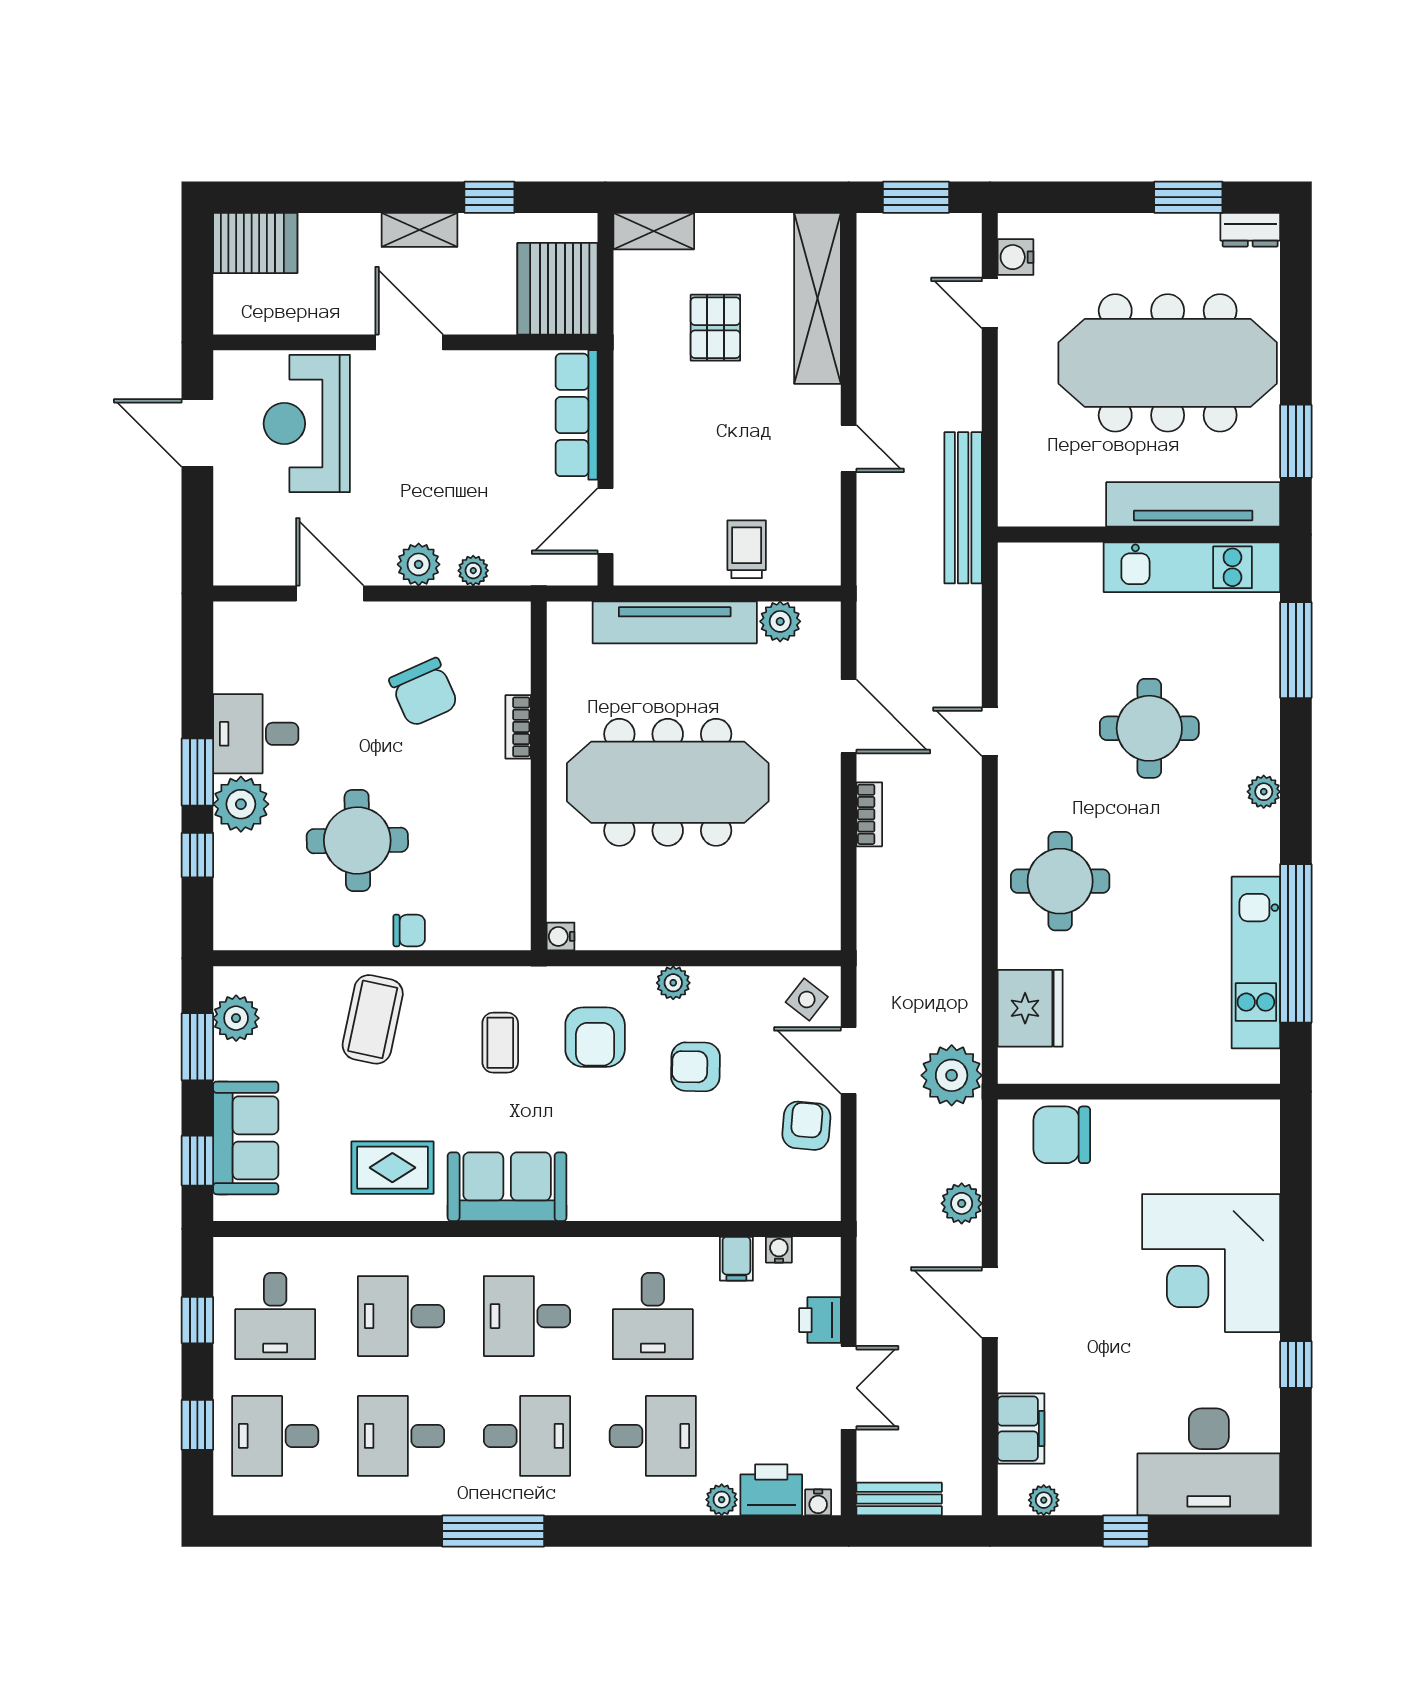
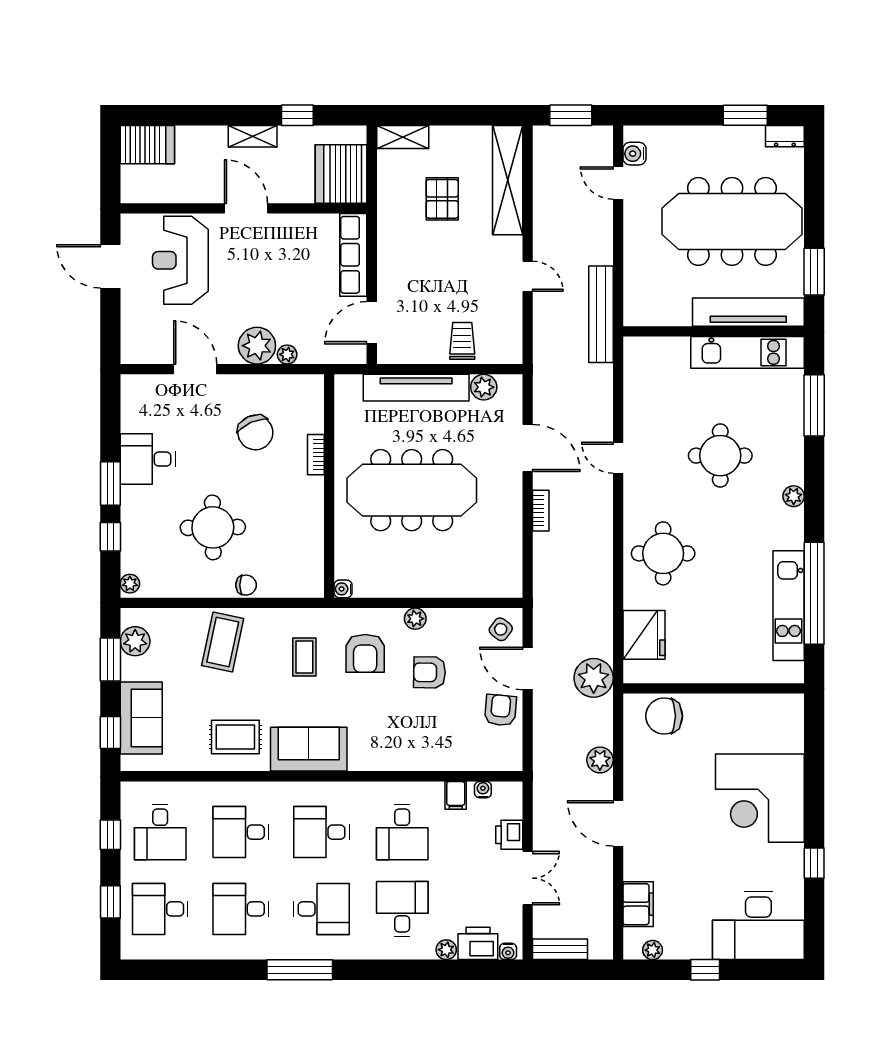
plant: (419, 564) -> (257, 346), width x1.36, depth x1.36
plant: (241, 804) -> (130, 584), moved, width x0.53, depth x0.53
desk: (653, 1436) -> (402, 909), turned -90

